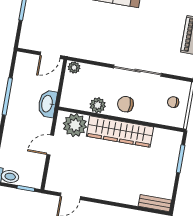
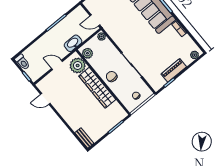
plant: (98, 105) -> (87, 53), moved

